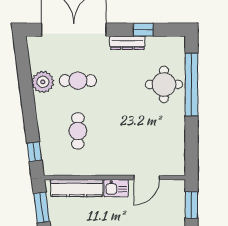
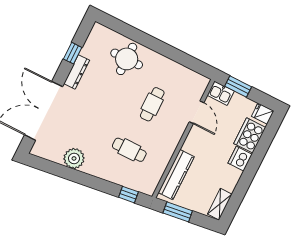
cafe table: (78, 81) -> (152, 104), moved
window: (191, 84) -> (138, 36), removed
kitchen sink: (116, 188) -> (221, 93), moved, turned 90

